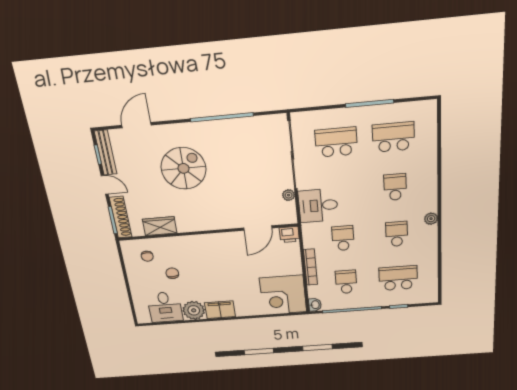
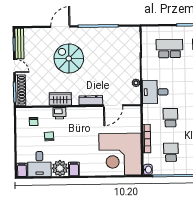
door: (136, 125) -> (60, 27), moved
spiral stairs: (183, 168) -> (69, 58), turned -90
dresser: (224, 223) -> (91, 100), added
wardrobe: (160, 226) -> (60, 99), moved
printer: (289, 235) -> (59, 113), moved
corner desk: (283, 295) -> (120, 154), width x1.36, depth x1.36
filing cabinet: (220, 310) -> (74, 169), width x0.50
filing cabinet: (143, 315) -> (22, 170), added

